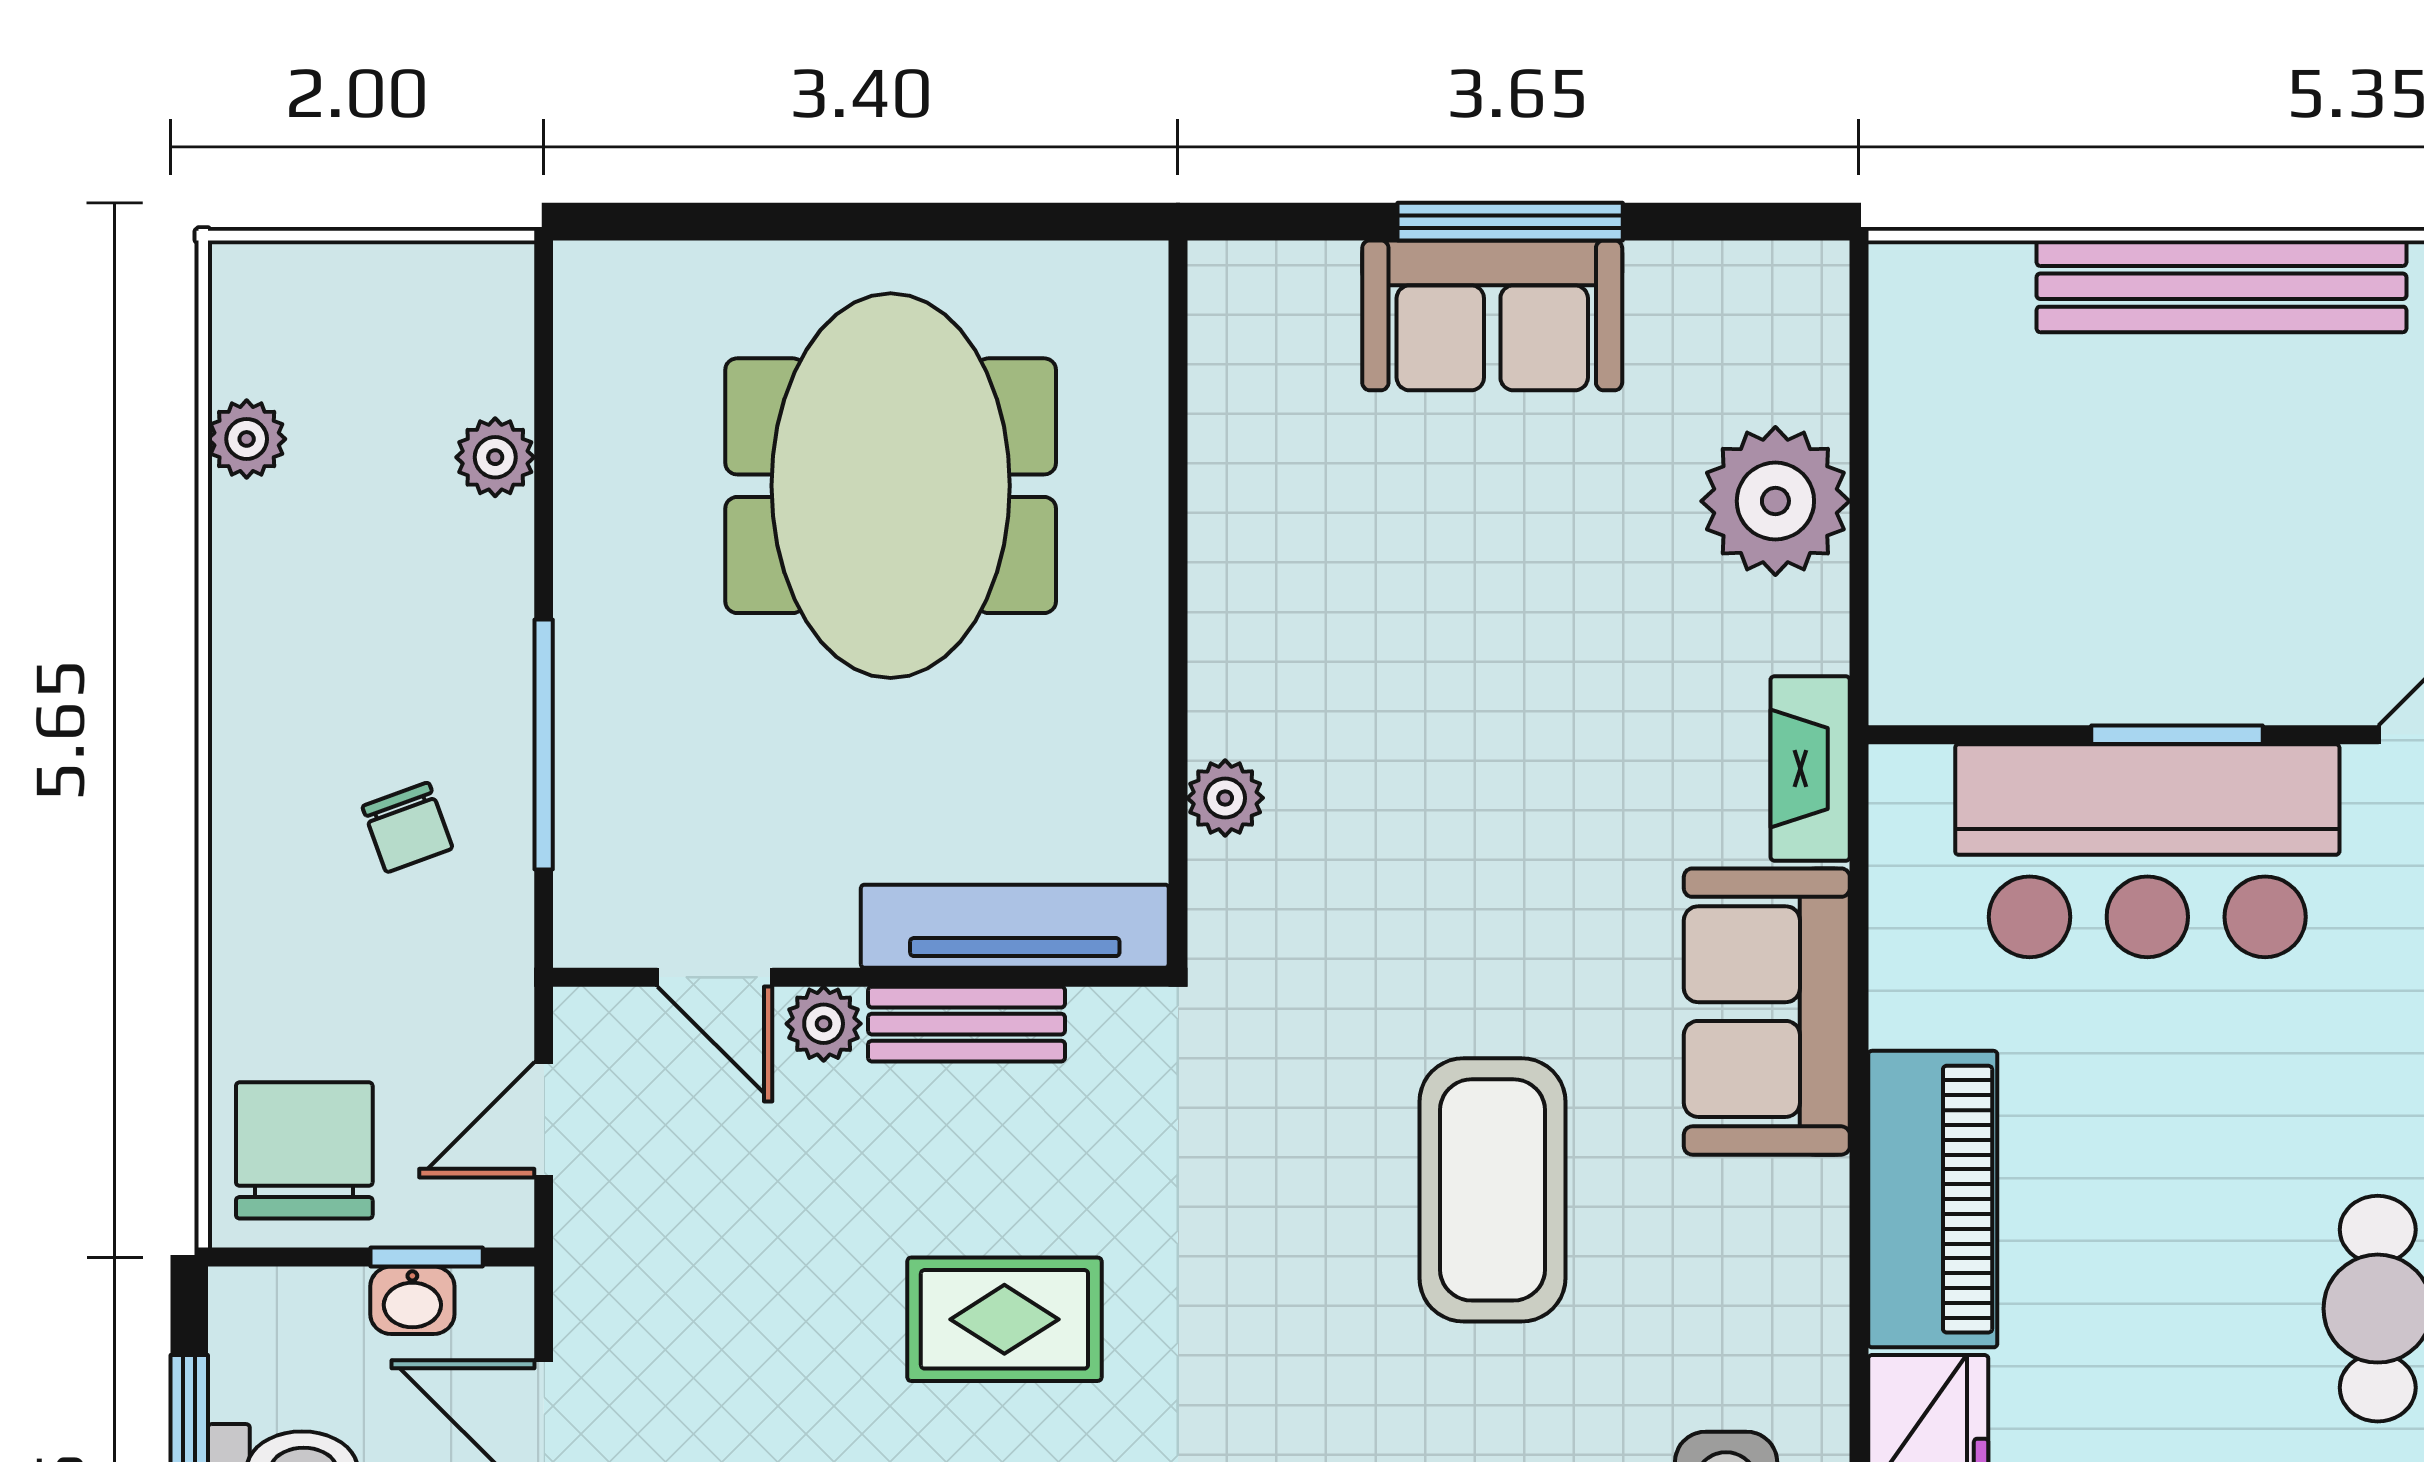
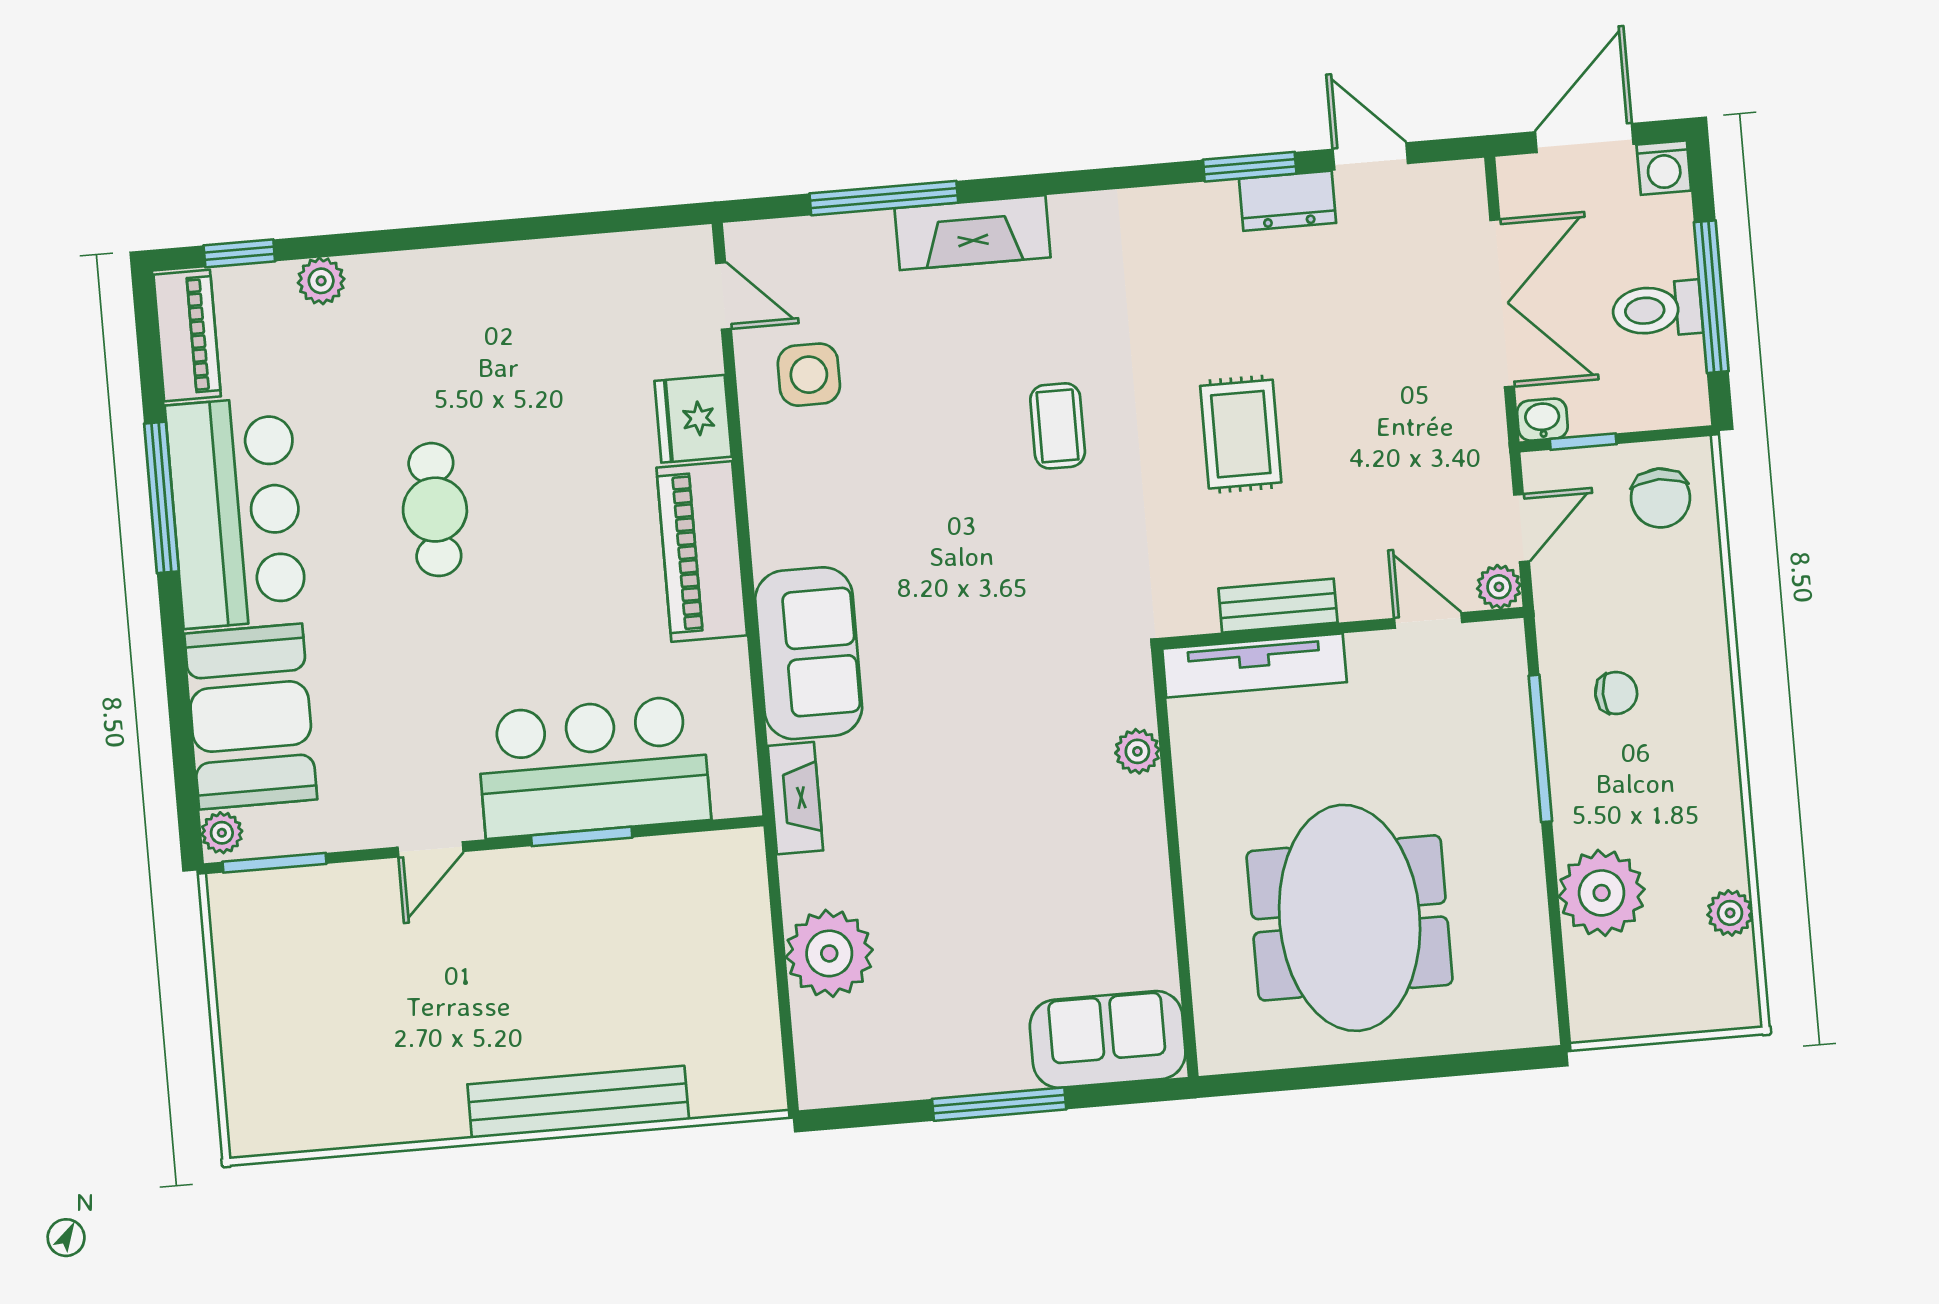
sofa: (1492, 315) -> (1108, 1039), moved
plant: (495, 457) -> (1602, 893), width x1.87, depth x1.87
chair: (407, 827) -> (1616, 693), turned 110
plant: (824, 1024) -> (1499, 587), moved
chair: (304, 1150) -> (1660, 498), width x0.73, depth x0.73
coffee table: (1492, 1190) -> (1058, 426), moved, width x0.54, depth x0.58
washbasin: (412, 1300) -> (1542, 420), moved
rug: (1004, 1319) -> (1241, 434), turned 90

